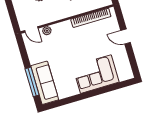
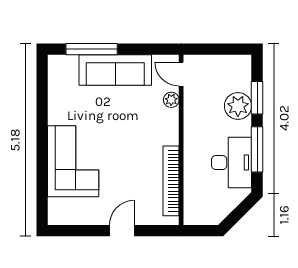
door: (31, 29) -> (181, 74), hinge flipped
sofa: (45, 83) -> (115, 70), moved

